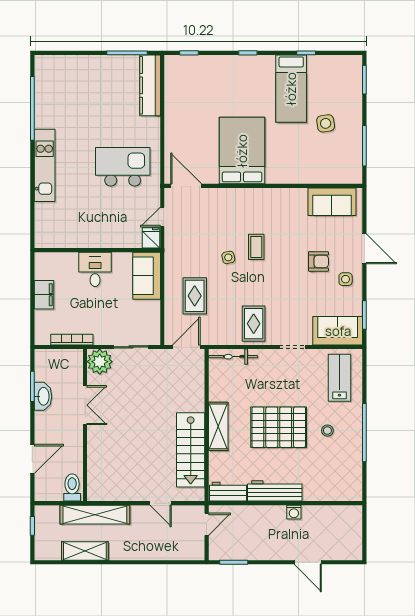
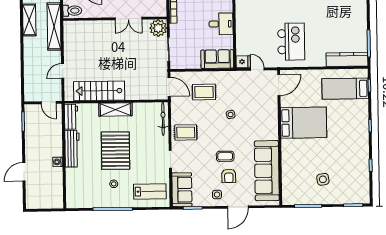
bed: (291, 89) -> (345, 89), moved
sofa: (332, 202) -> (267, 171), width x1.85, depth x1.27
coffee table: (256, 247) -> (225, 156), moved

